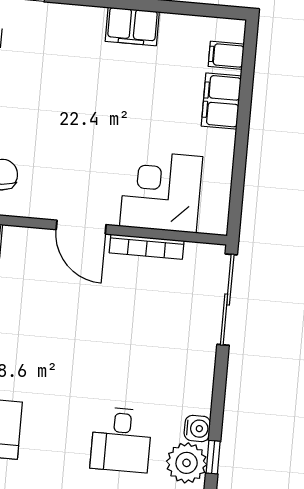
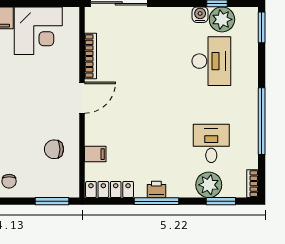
corner desk: (161, 191) -> (38, 31), moved, turned -90
desk: (121, 440) -> (211, 61), width x1.37

